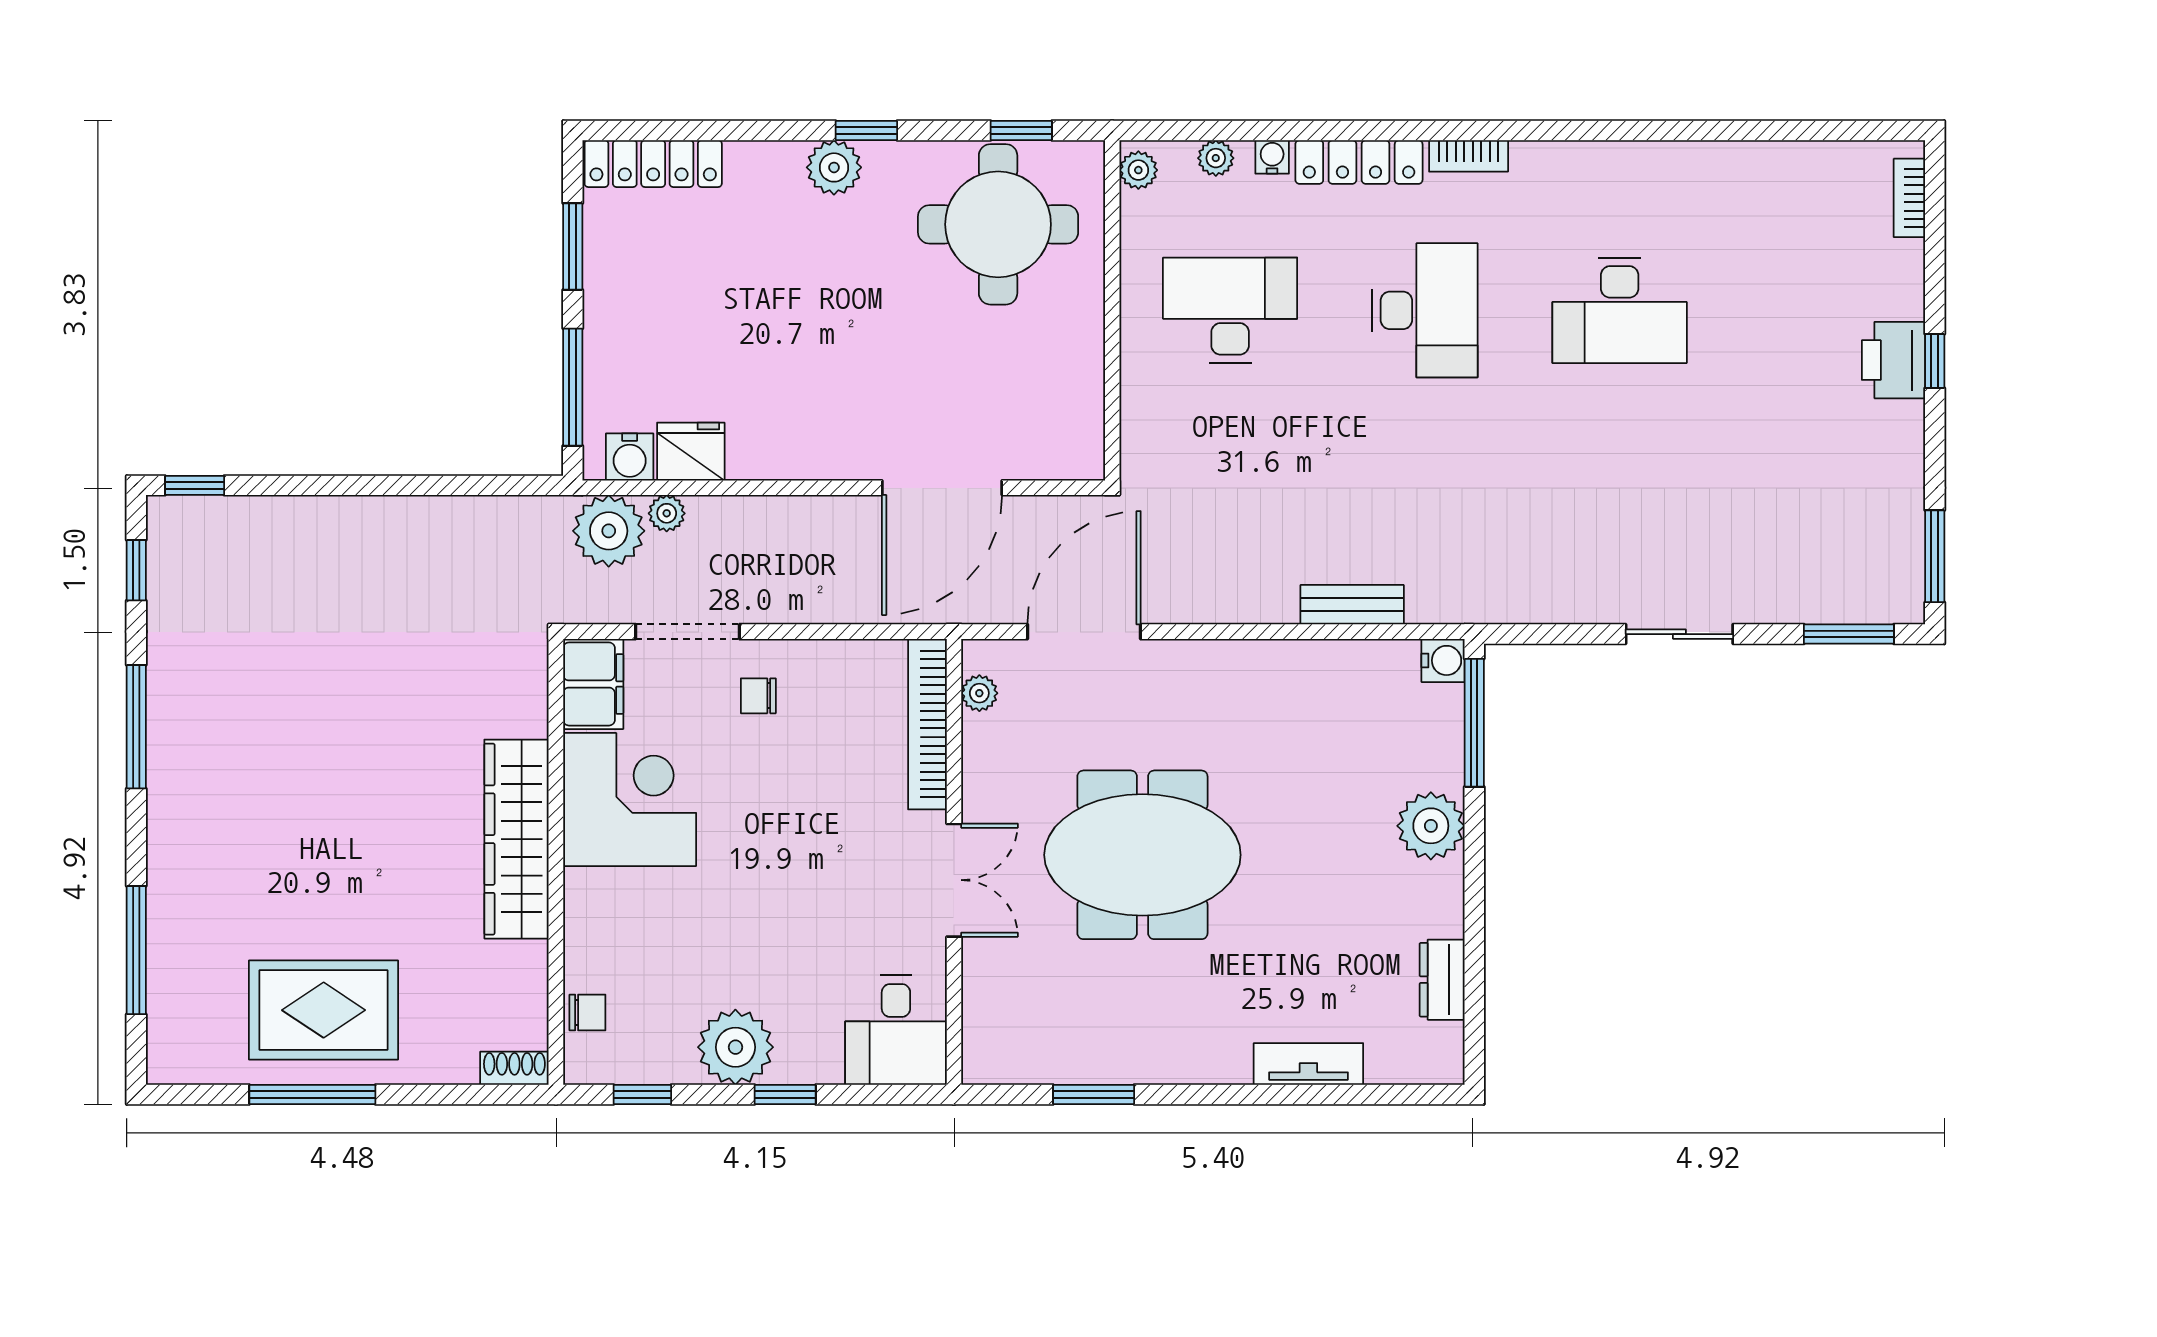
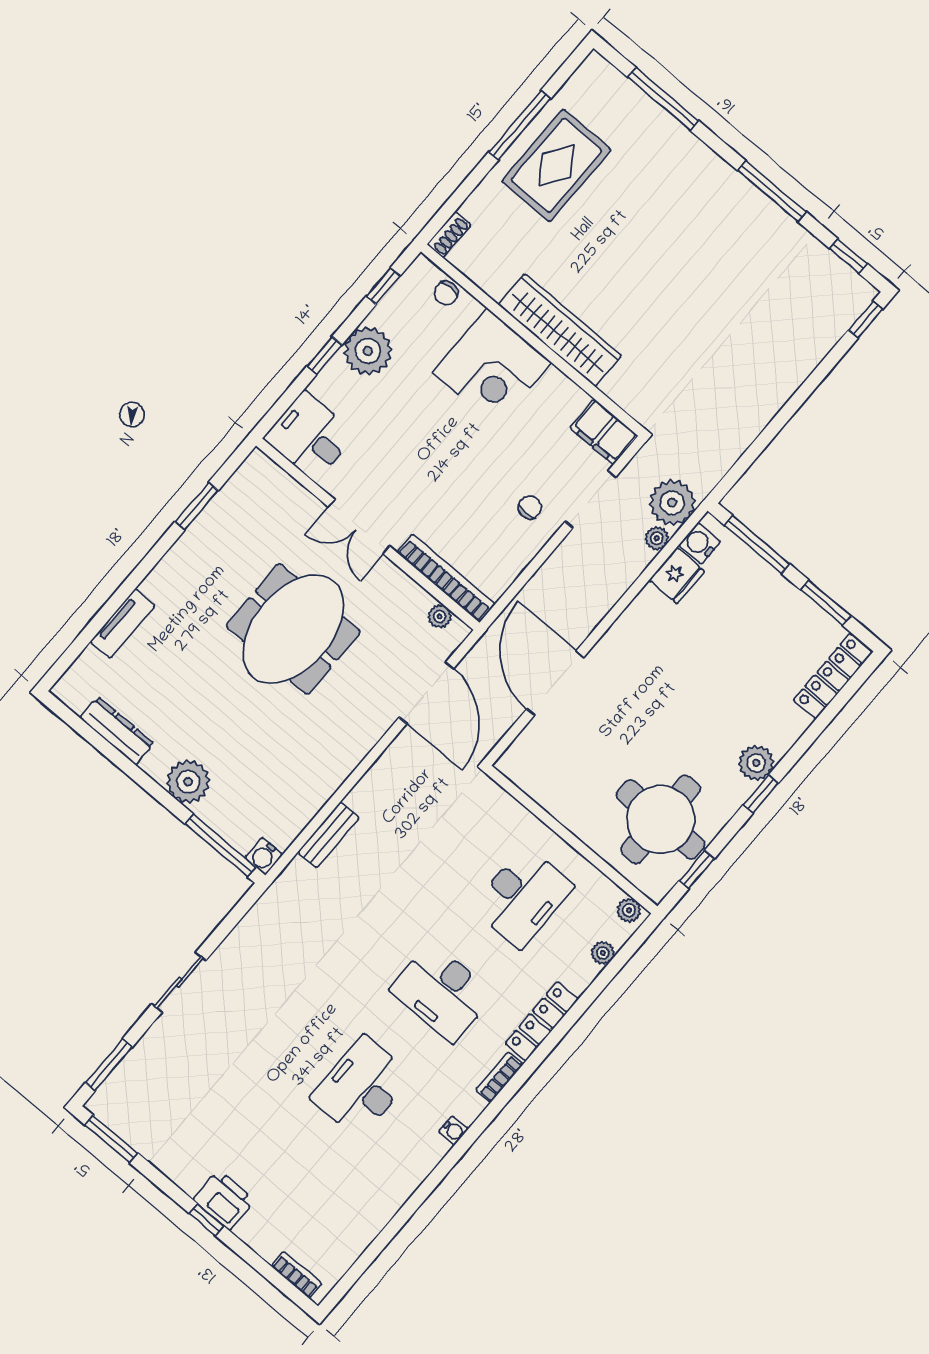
water cooler: (1272, 157) -> (453, 1130), moved
corner desk: (630, 800) -> (492, 368), moved
dresser: (1442, 980) -> (117, 731), width x1.44

